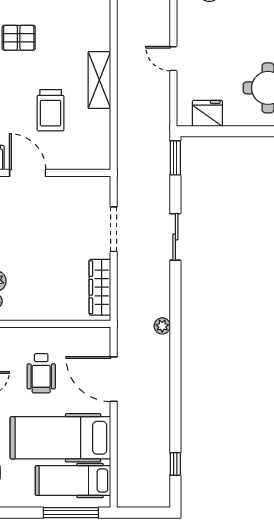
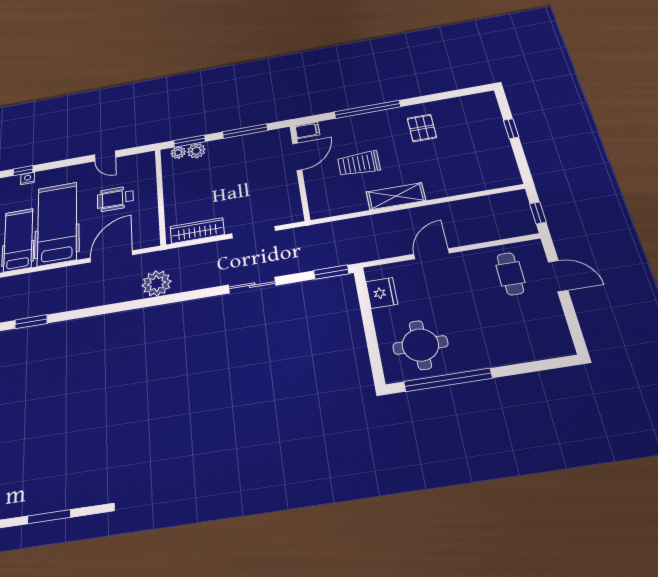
door: (173, 59) -> (431, 254), width x1.38
plant: (162, 326) -> (157, 283), width x1.88, depth x1.88
window: (175, 464) -> (31, 322), width x1.50

